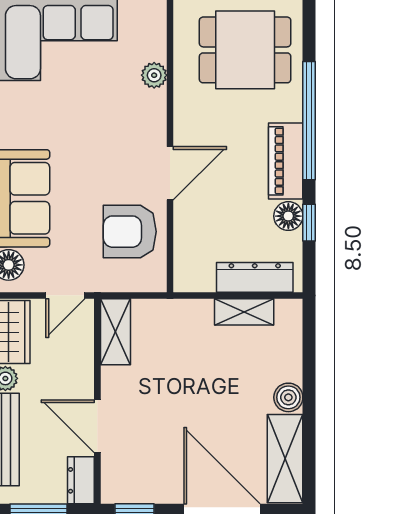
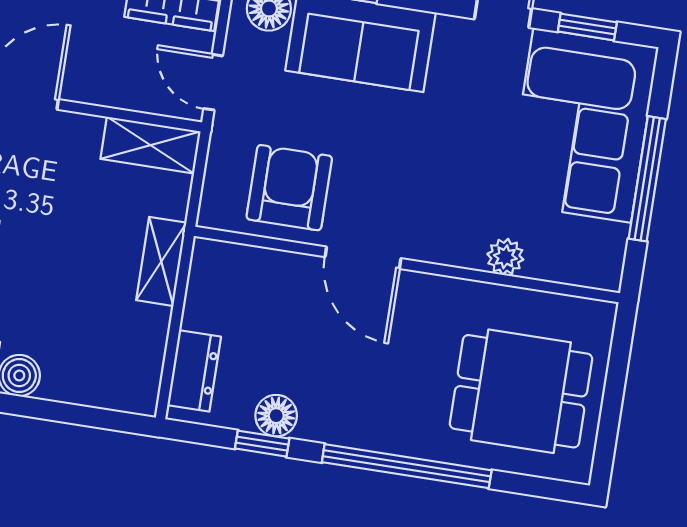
dining table: (245, 50) -> (521, 391), turned 90
piano: (286, 161) -> (355, 424), removed
dresser: (255, 277) -> (194, 371), width x0.70
shelving: (244, 312) -> (161, 261), moved

